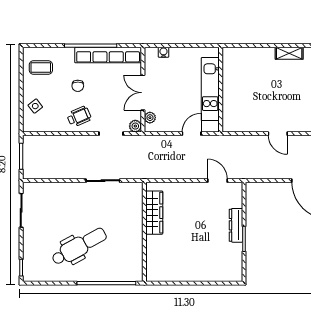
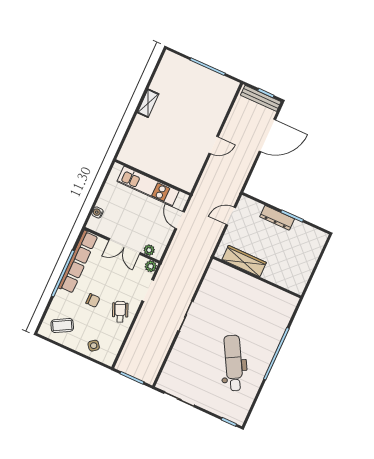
coffee table: (41, 67) -> (62, 326), turned 61
wardrobe: (154, 213) -> (244, 261), moved
wall: (144, 232) -> (257, 277), moved

